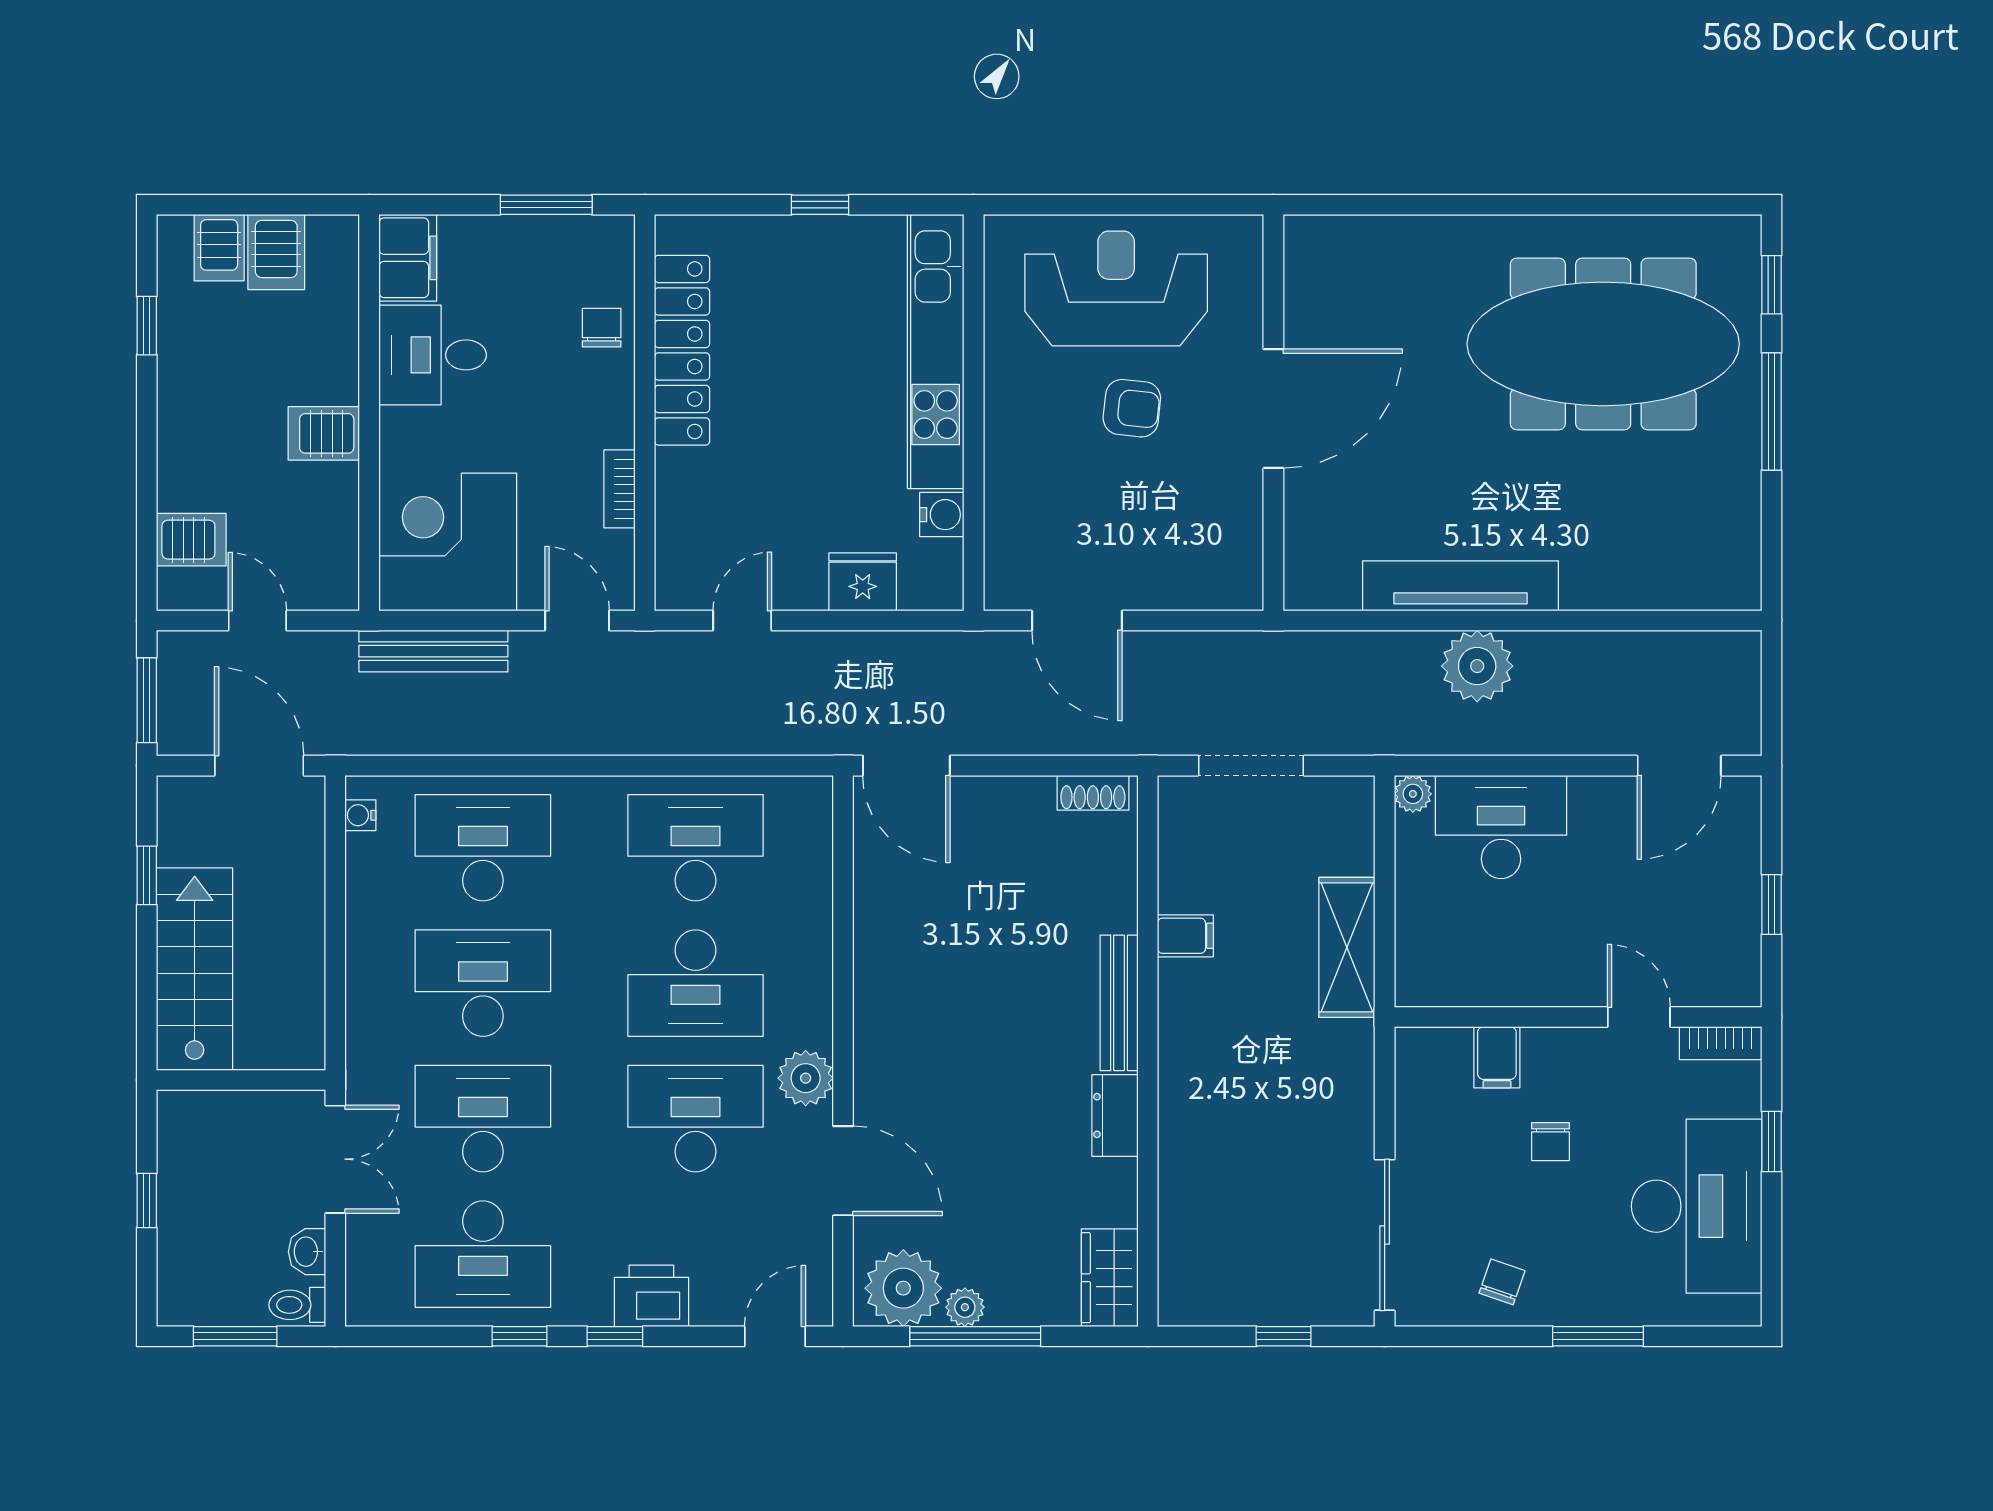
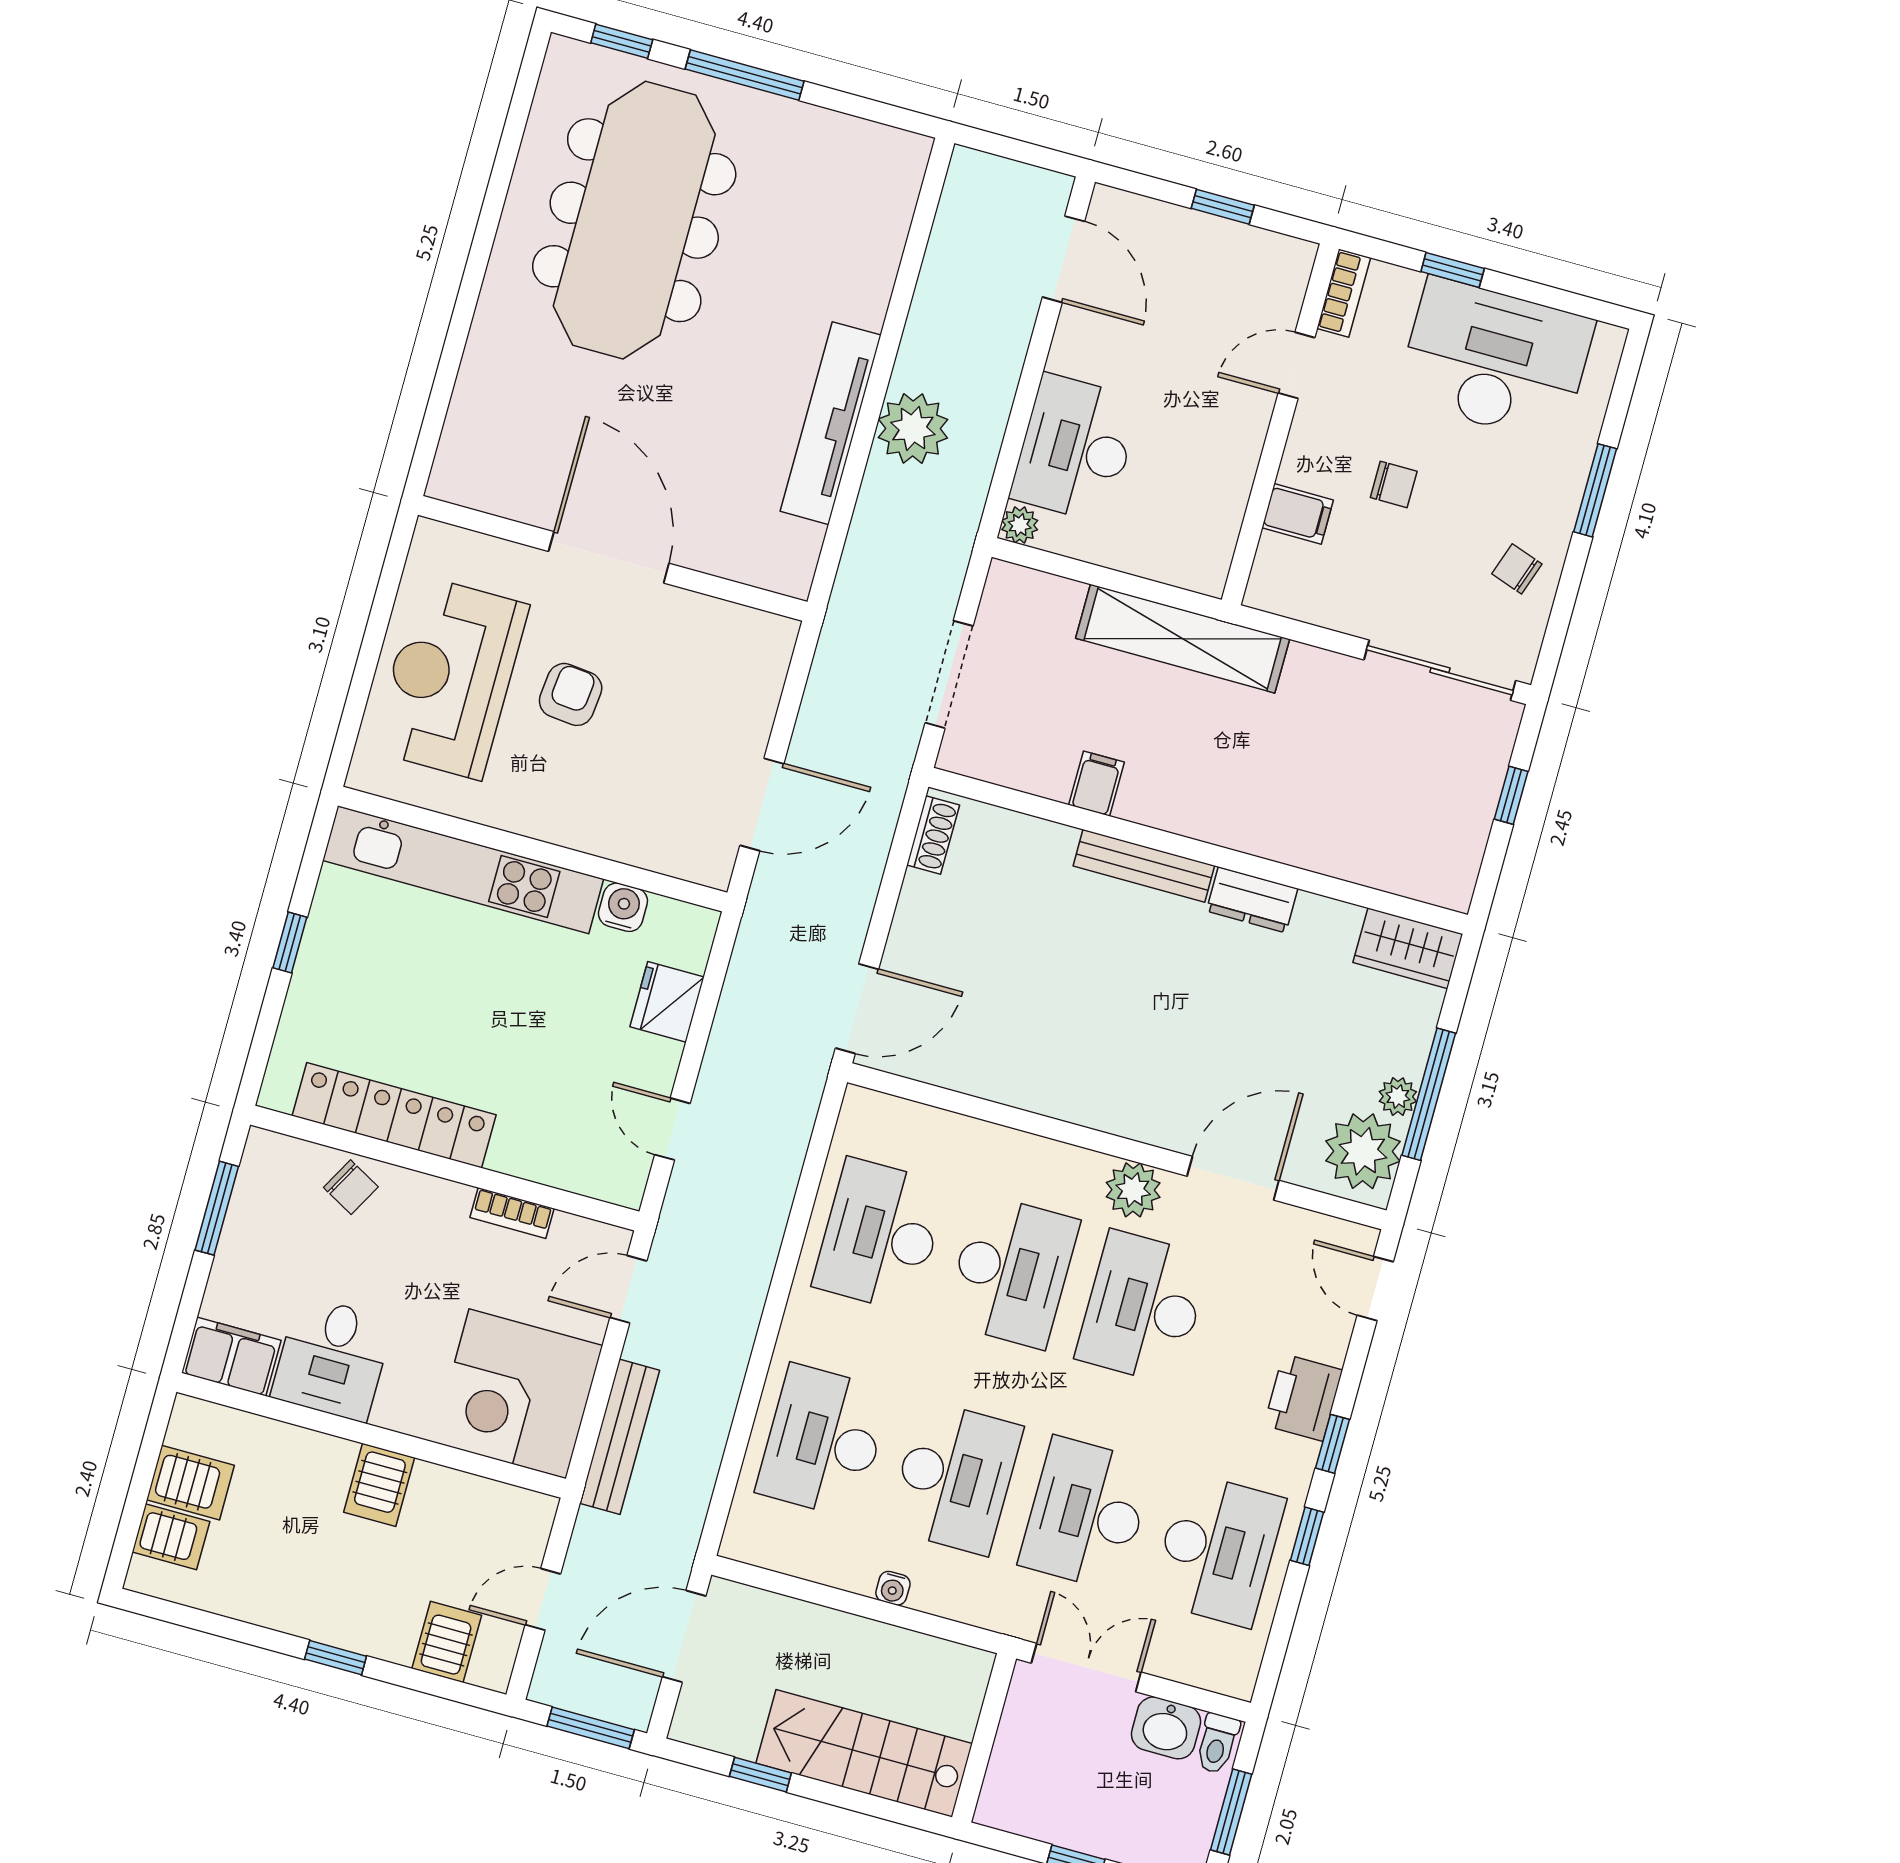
window: (147, 326) -> (336, 1658), moved
chair: (602, 328) -> (351, 1187), turned -151
water cooler: (360, 815) -> (893, 1588), moved
shelving: (1347, 947) -> (1183, 639), width x1.47
desk: (483, 983) -> (955, 1477), turned 180
washbasin: (307, 1252) -> (1166, 1728), width x1.38, depth x1.45

